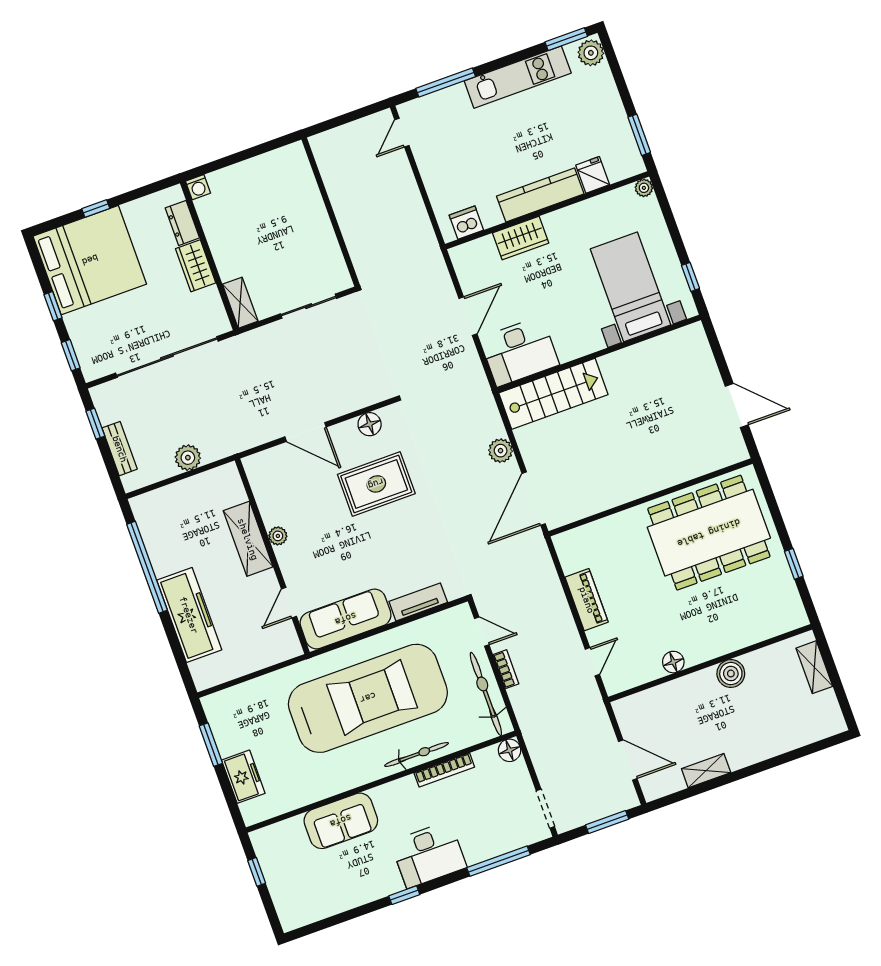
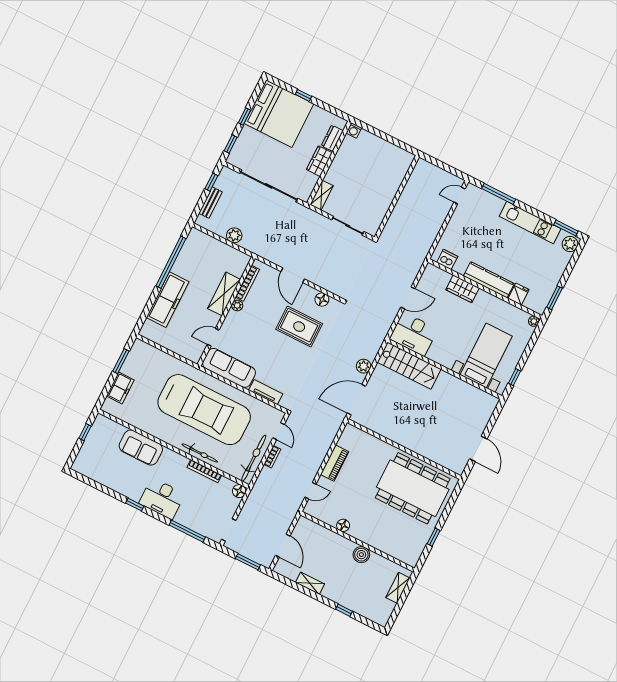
bookcase: (262, 497) -> (247, 283), added
window: (779, 760) -> (344, 610), added

